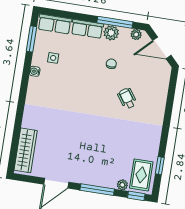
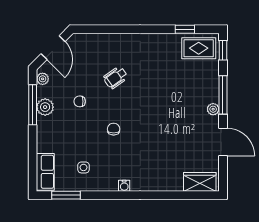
row of seats: (87, 29) -> (45, 135), removed
water cooler: (35, 71) -> (124, 186), moved
chair: (83, 89) -> (114, 129), added
wardrobe: (26, 150) -> (200, 182), width x0.67
plant: (122, 185) -> (213, 109), moved

